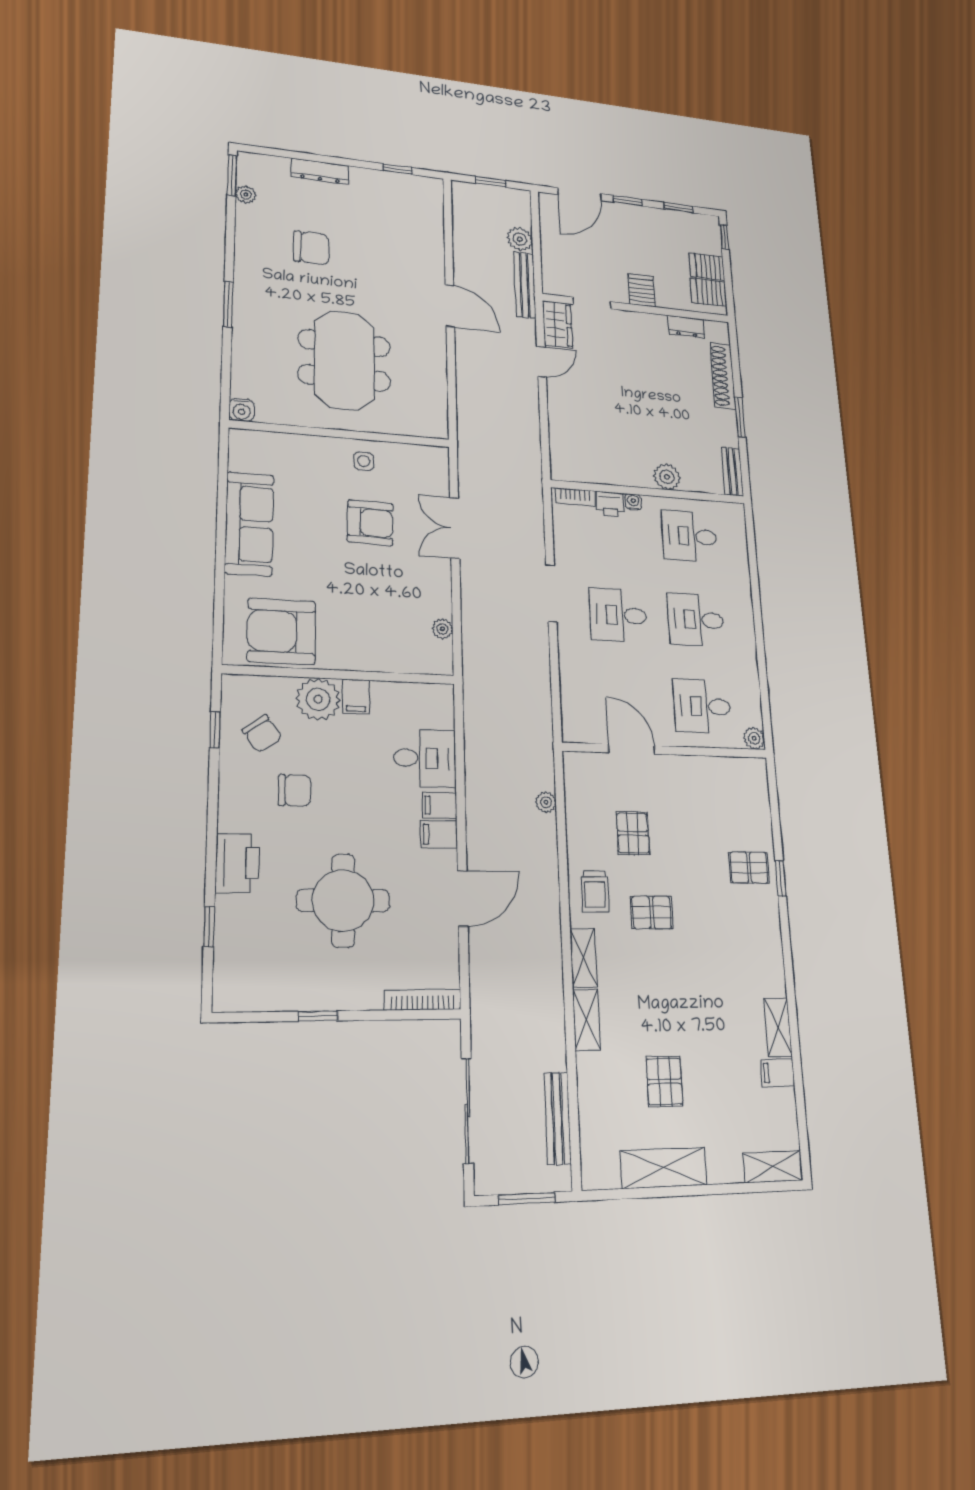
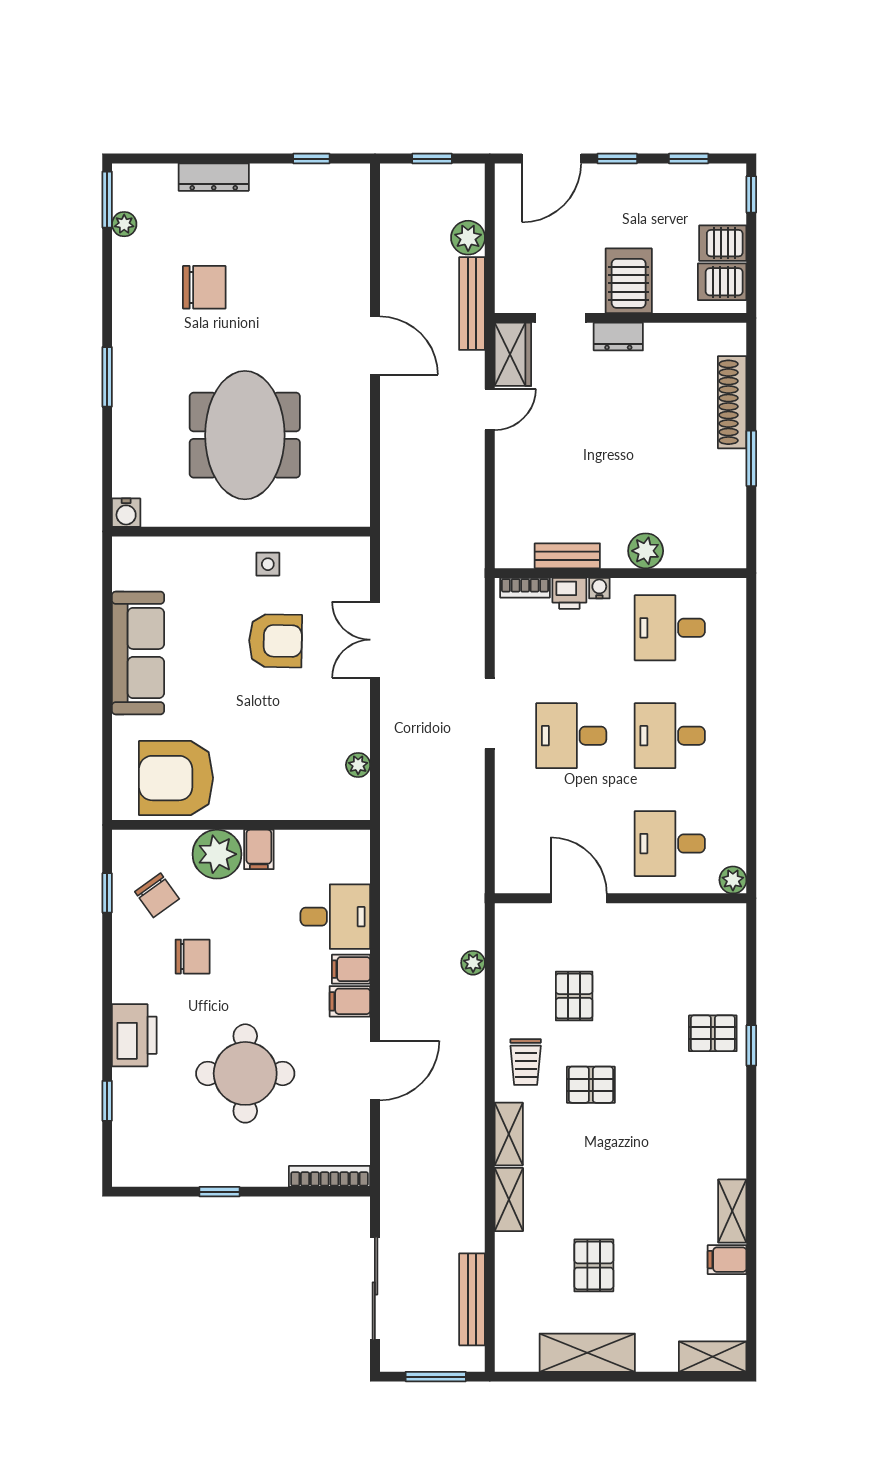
server rack: (642, 290) -> (629, 281), width x1.36, depth x1.44
dresser: (686, 327) -> (618, 337), moved
bench: (732, 471) -> (567, 556), moved, turned 90

